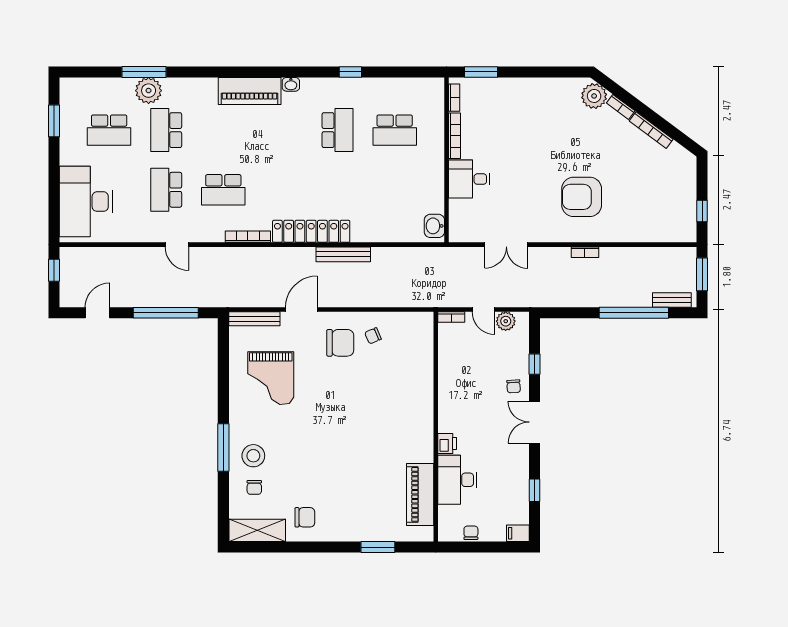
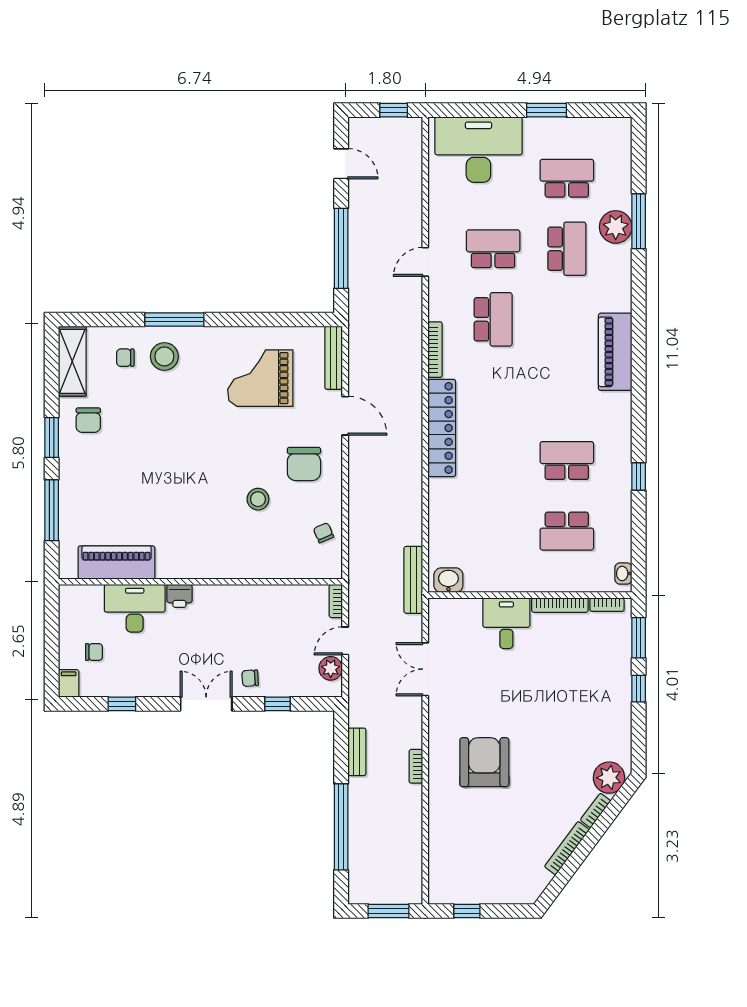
window: (522, 72) -> (639, 689), added
washbasin: (291, 84) -> (623, 573), moved
window: (54, 121) -> (546, 110), moved
school desk: (109, 130) -> (567, 178), turned 90
school desk: (166, 130) -> (567, 249), turned 90
school desk: (338, 130) -> (567, 461), turned 180
school desk: (395, 130) -> (567, 531), turned -90
school desk: (223, 190) -> (493, 319), turned 180
bench: (343, 254) -> (413, 580), moved
bench: (672, 300) -> (357, 752), moved
chair: (373, 336) -> (324, 533), moved
stool: (369, 380) -> (258, 499), added
chair: (471, 533) -> (94, 652), moved
window: (319, 547) -> (52, 437), added
window: (378, 547) -> (52, 510), width x1.44

